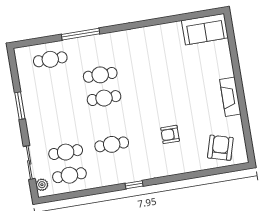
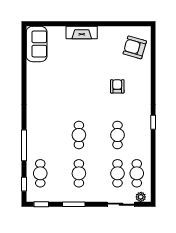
window: (34, 42) -> (24, 184), added
window: (13, 67) -> (41, 204), added
cafe table: (100, 75) -> (79, 173), moved
fireplace: (230, 97) -> (82, 33), moved
armchair: (170, 134) -> (117, 86), turned 180

